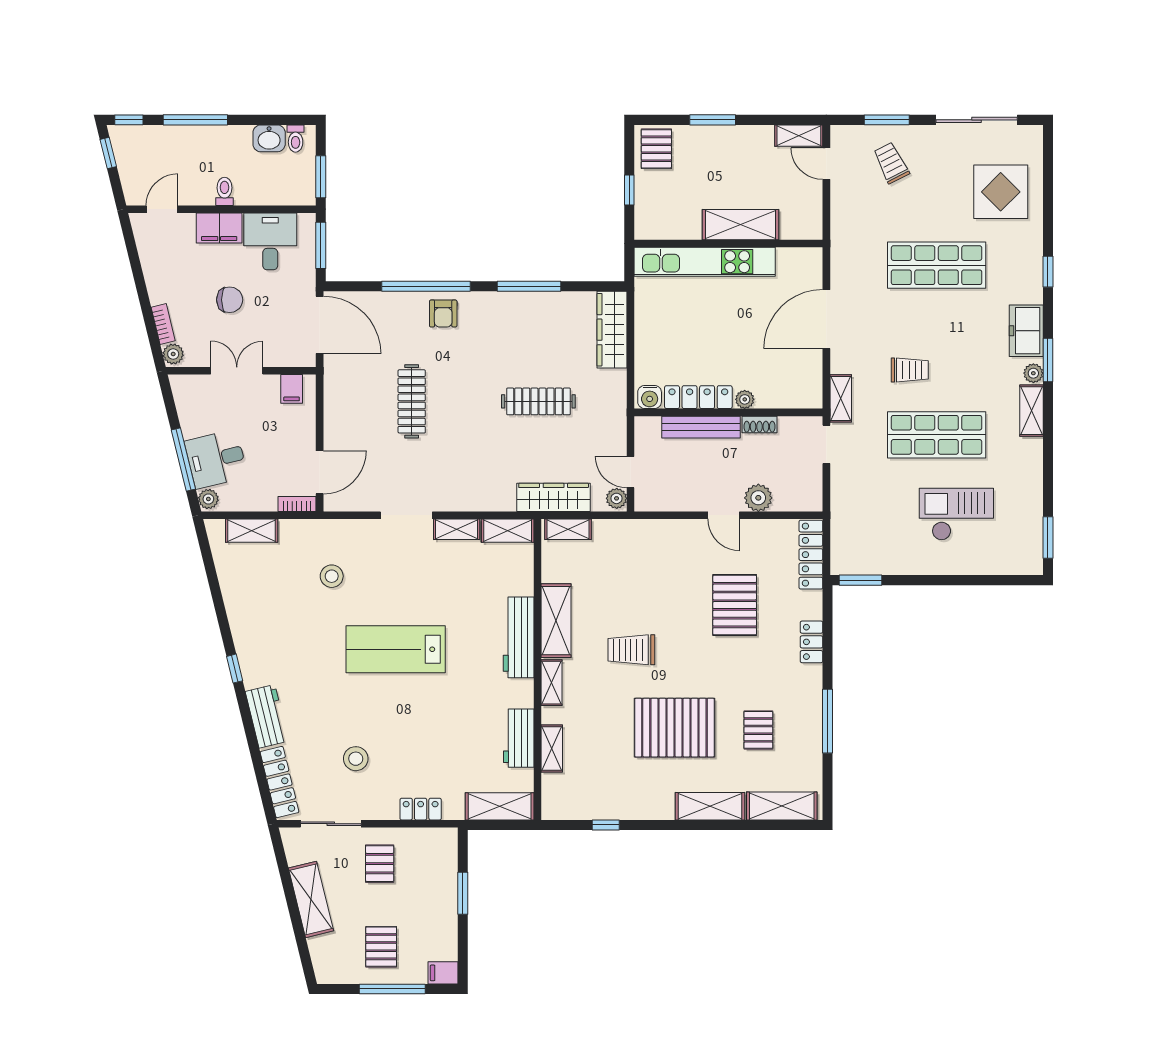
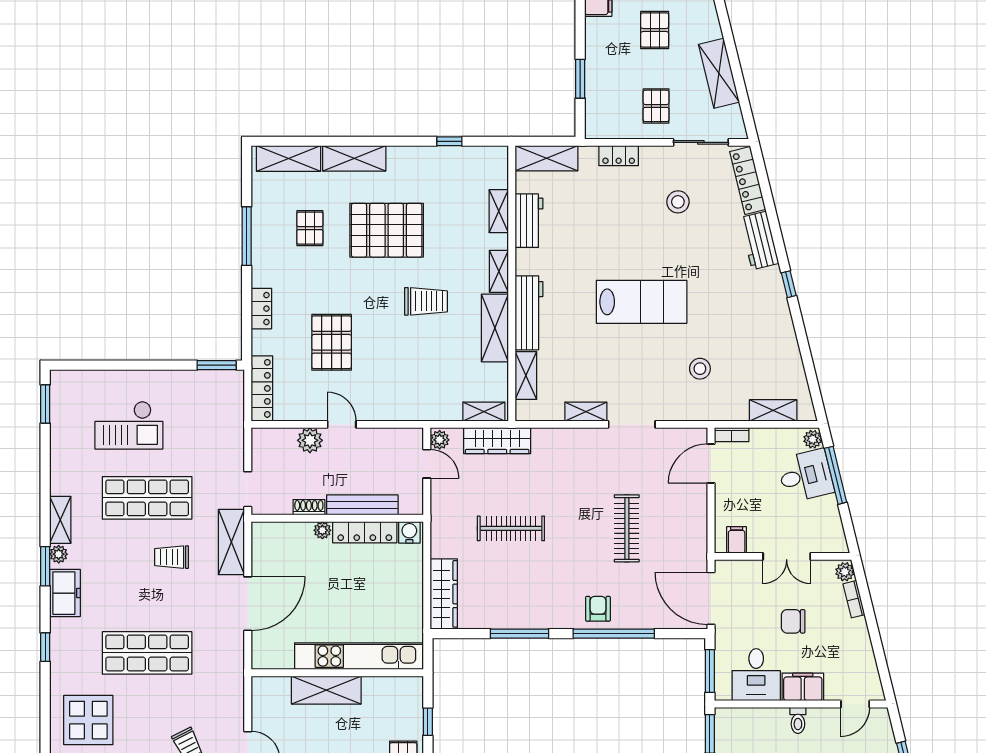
shelving: (841, 398) -> (231, 542), width x1.50, depth x1.33
shelving: (508, 531) -> (526, 376), moved, turned 90

